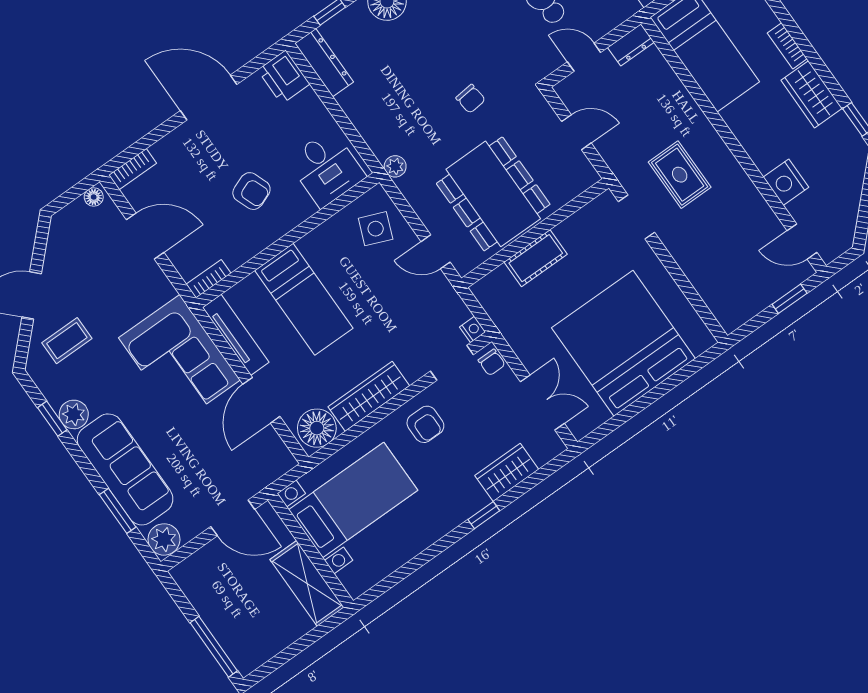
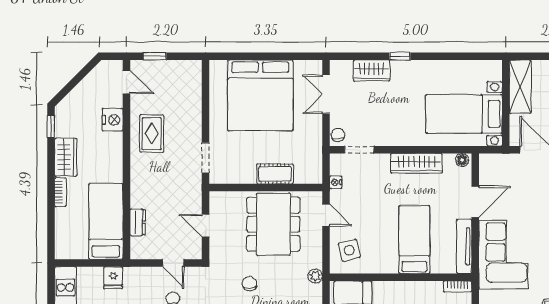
dresser: (631, 45) -> (138, 222), moved, turned 90
rug: (680, 175) -> (152, 134), moved
side table: (376, 229) -> (349, 250), turned -36
nightstand: (473, 329) -> (336, 182), moved
armchair: (425, 424) -> (397, 127), removed
floor lamp: (317, 428) -> (462, 160), width x0.53, depth x0.53

